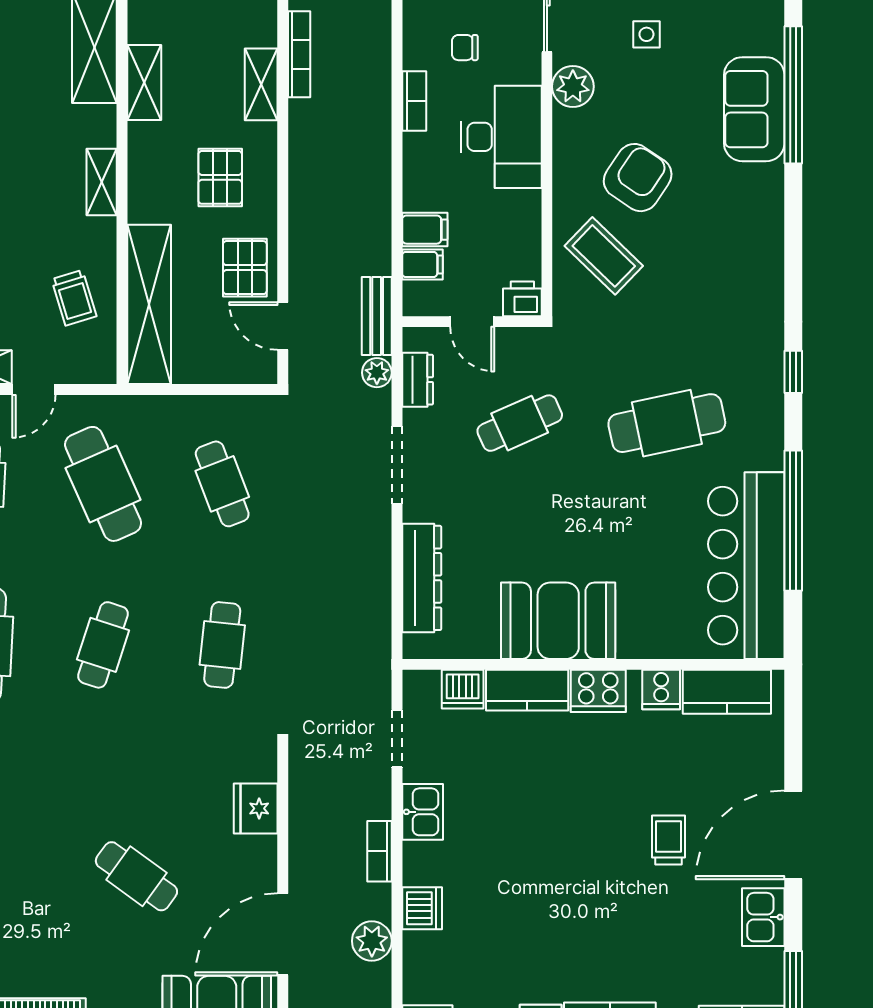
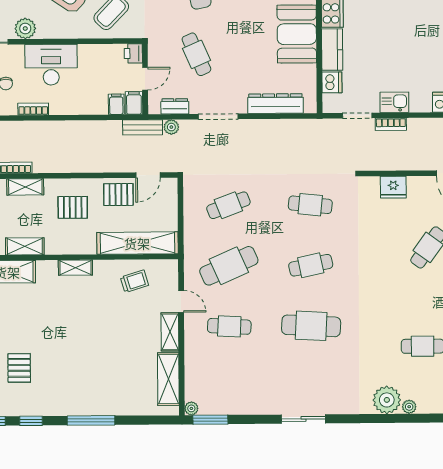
filing cabinet: (425, 230) -> (134, 103), moved
cafe table: (103, 645) -> (311, 265), turned -30
bookcase: (379, 851) -> (391, 124), moved

